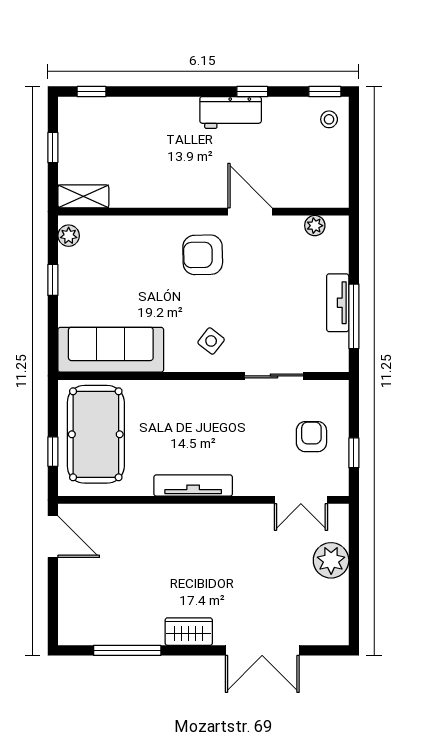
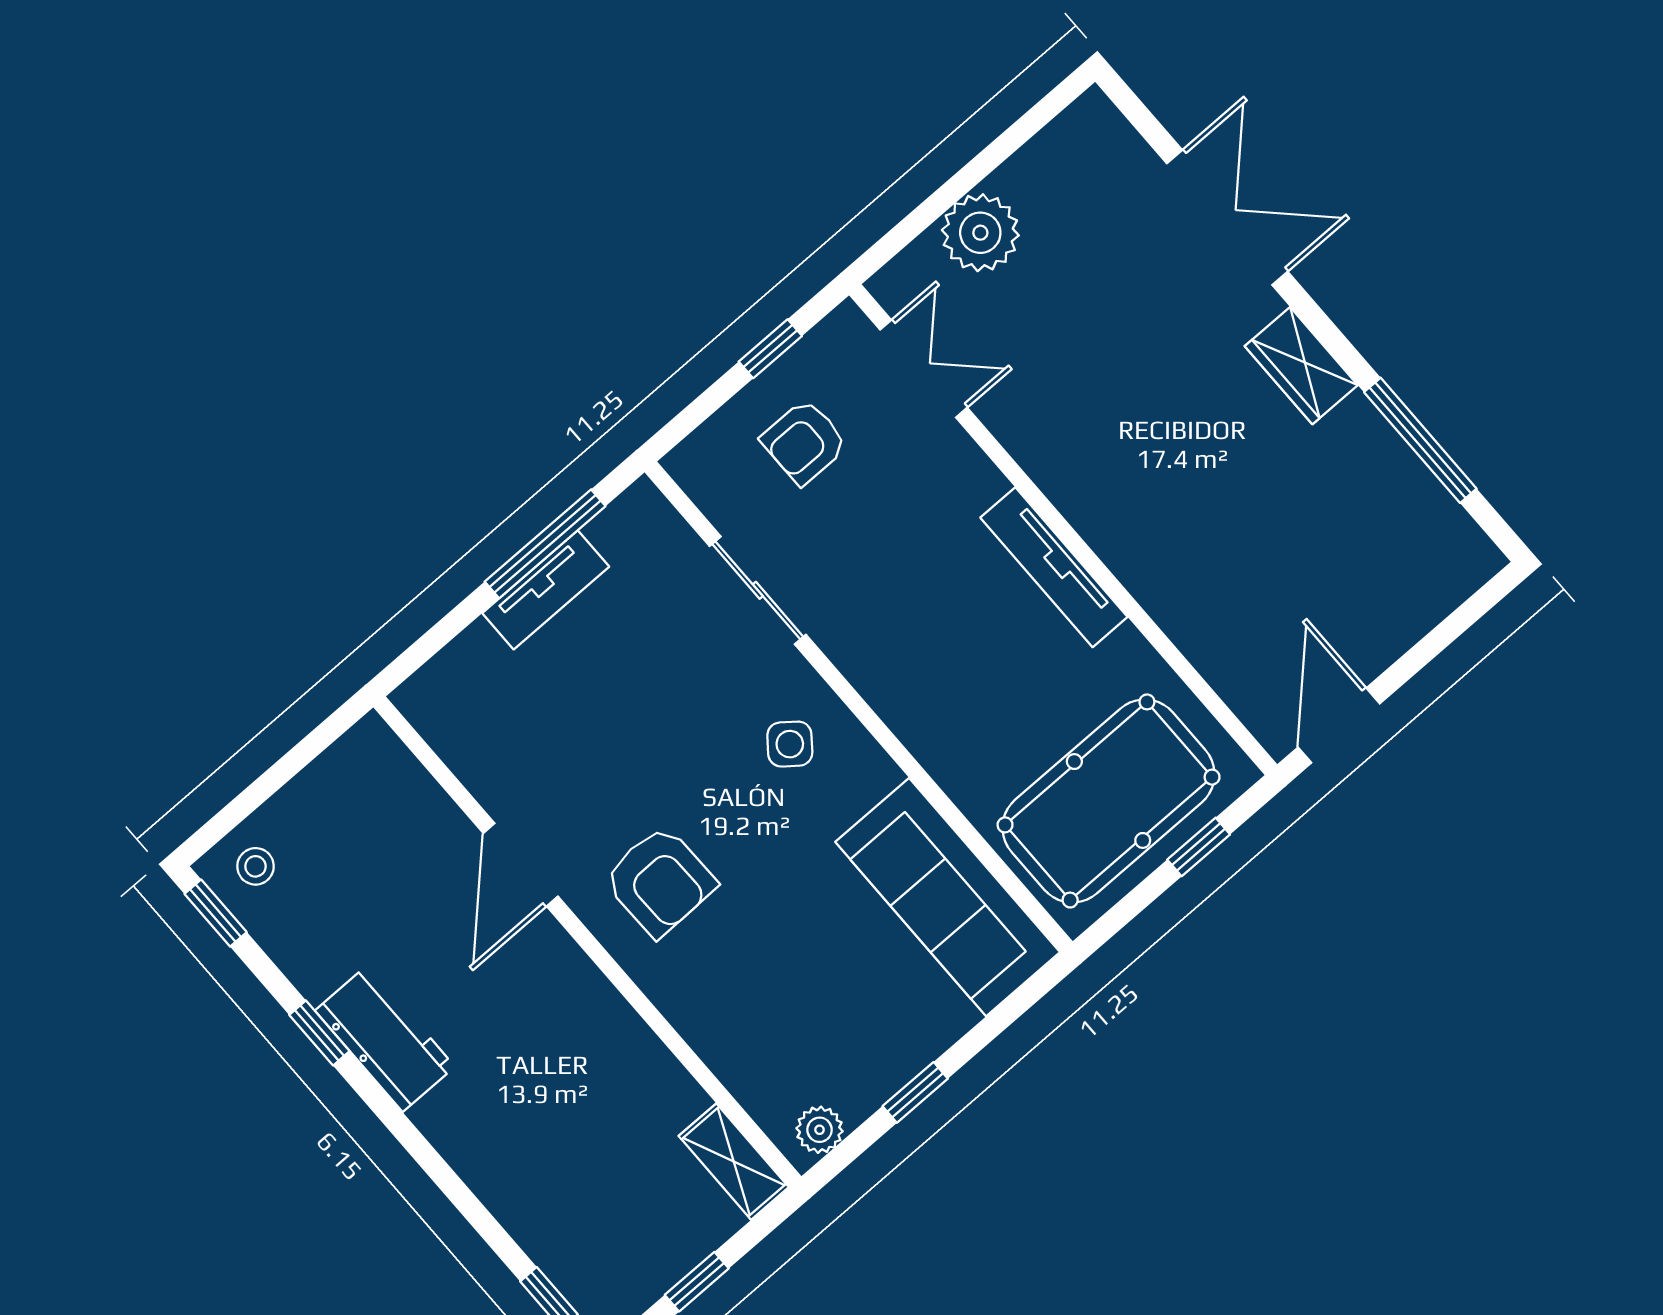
plant: (315, 226) -> (451, 738), removed

